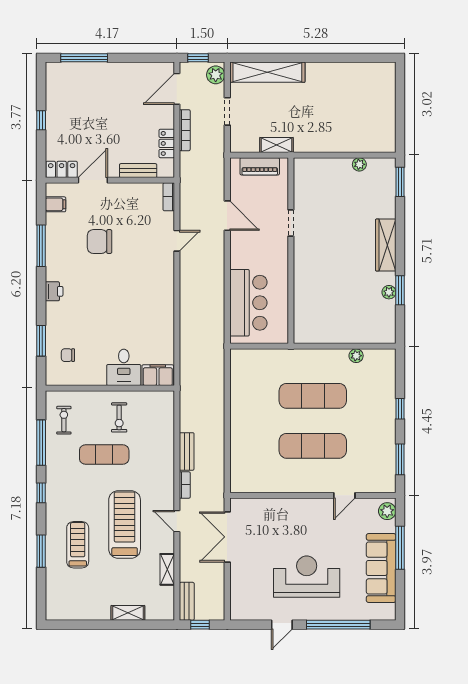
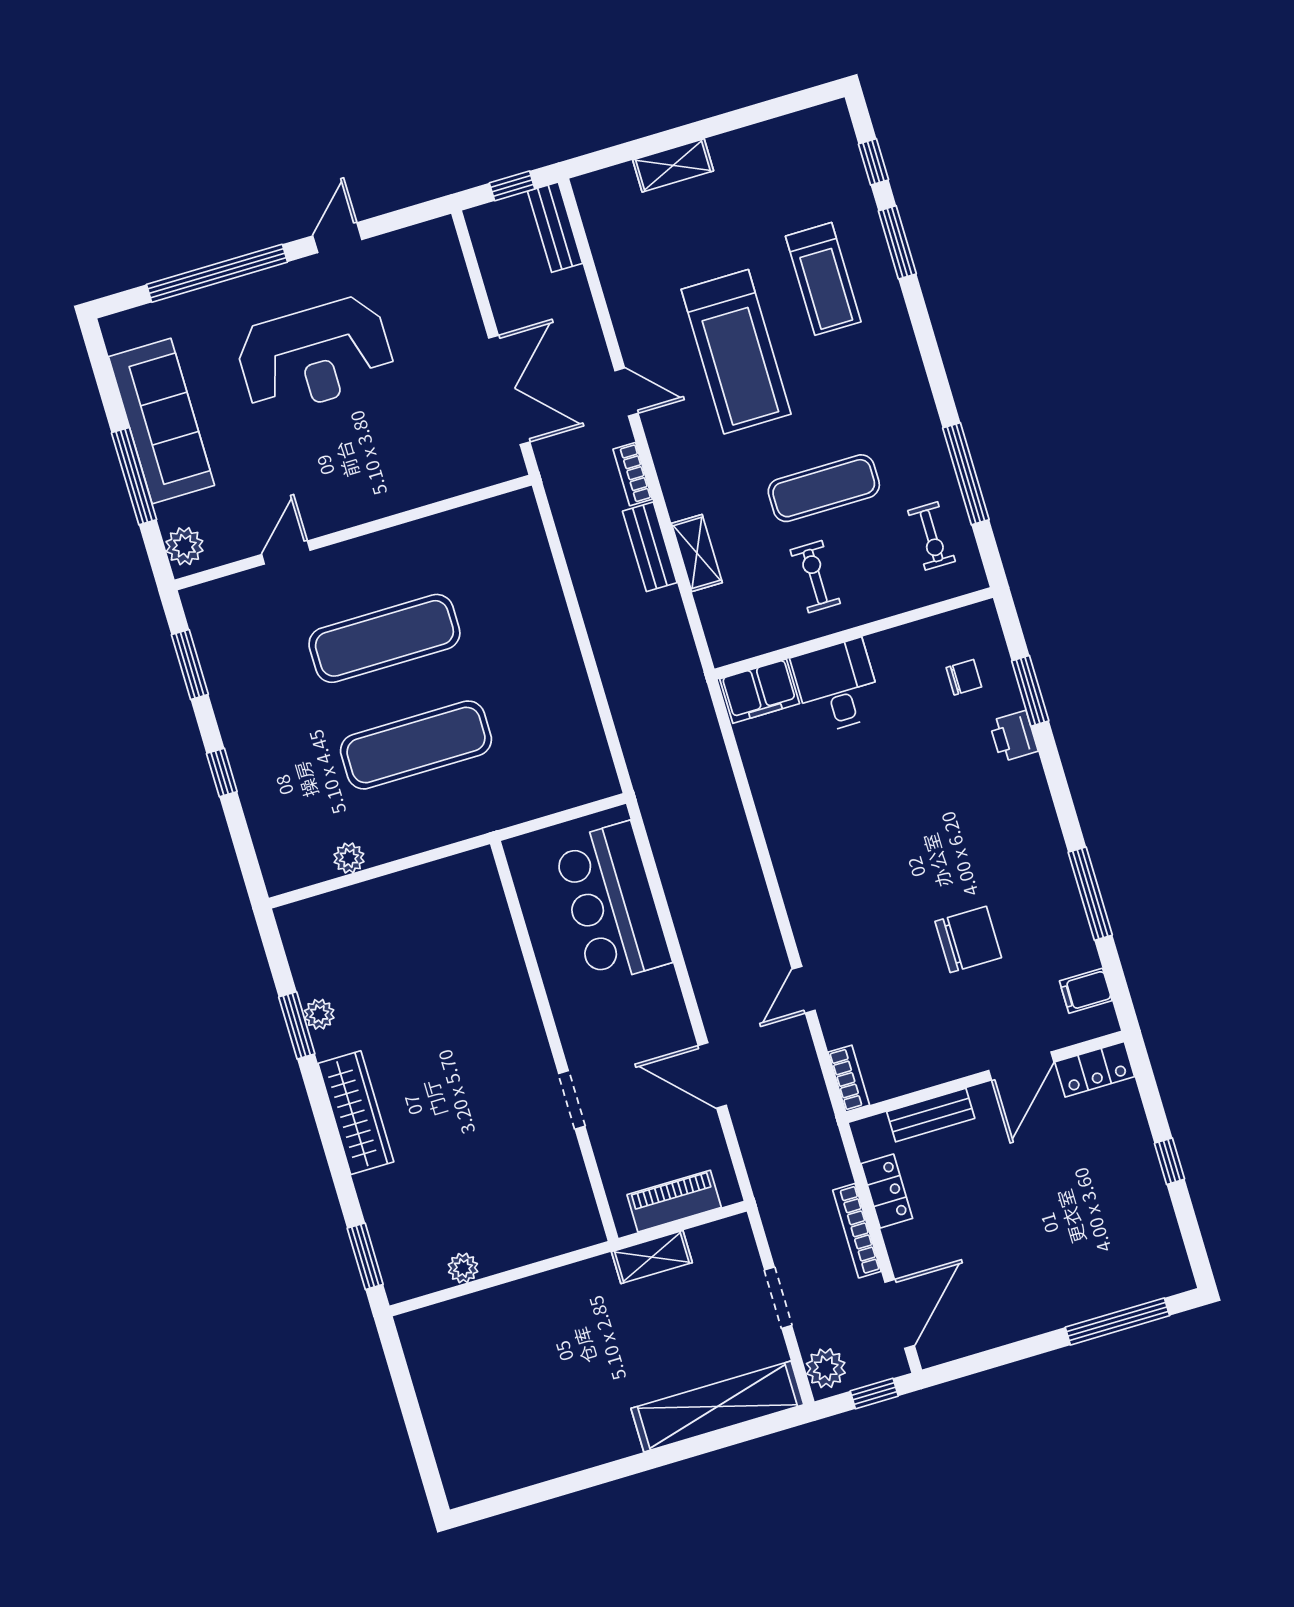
printer: (54, 291) -> (1014, 736), moved
window: (41, 493) -> (874, 162), moved
shelving: (167, 569) -> (697, 553), moved

